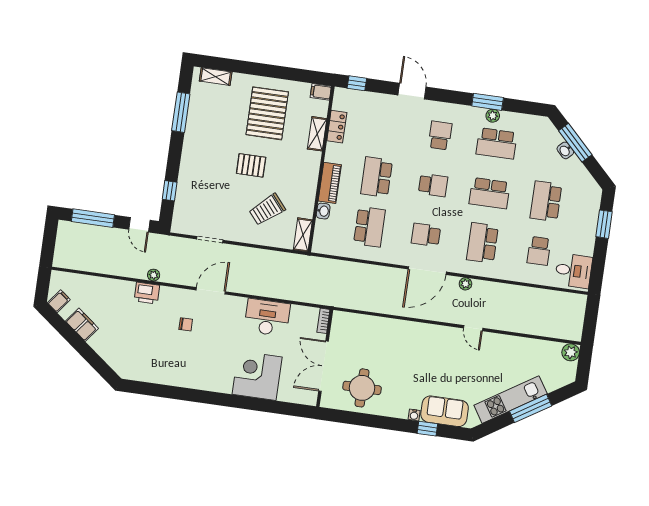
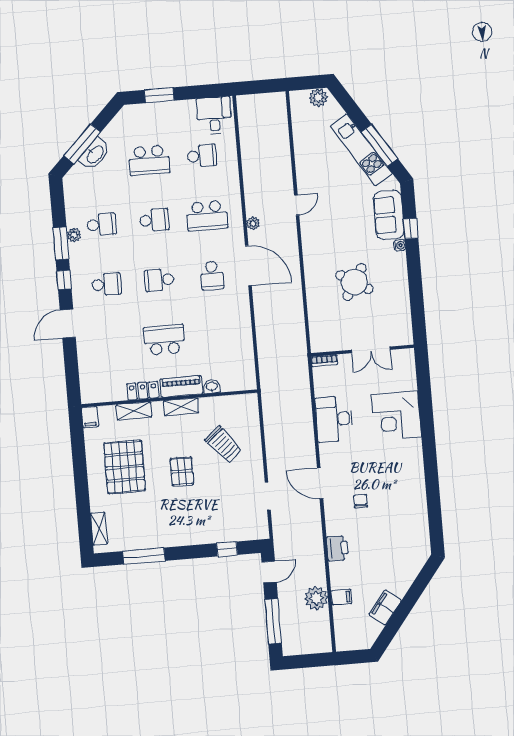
window: (357, 83) -> (64, 280), moved
pallet: (267, 113) -> (125, 467), turned 90
locker: (337, 127) -> (143, 391), moved
school desk: (440, 135) -> (107, 284), turned 180
school desk: (497, 143) -> (102, 224), width x0.54
washbasin: (565, 150) -> (95, 154), width x1.91, depth x1.45
school desk: (377, 177) -> (164, 340), turned 180
school desk: (433, 185) -> (159, 280), turned -90
school desk: (489, 193) -> (154, 220), width x0.54
school desk: (369, 227) -> (217, 335), removed
shelving: (303, 235) -> (181, 407), moved
plant: (154, 275) -> (316, 598), moved, width x1.88, depth x1.88
filing cabinet: (59, 301) -> (341, 597), moved, turned 142
plant: (571, 352) -> (318, 98), moved
double door: (323, 366) -> (371, 350), width x0.73
round table: (362, 388) -> (354, 282), moved, turned 31
window: (531, 408) -> (379, 145), moved

